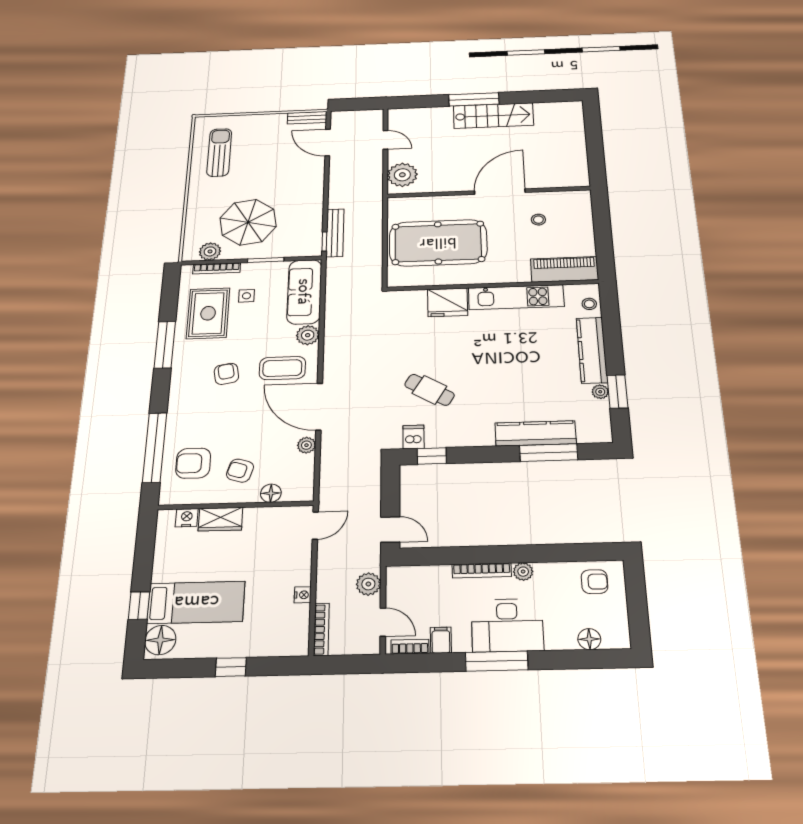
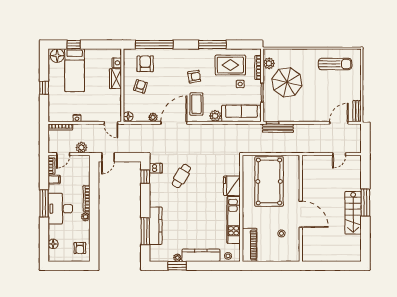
plant: (402, 175) -> (315, 163), removed
floor lamp: (271, 493) -> (128, 116), moved

